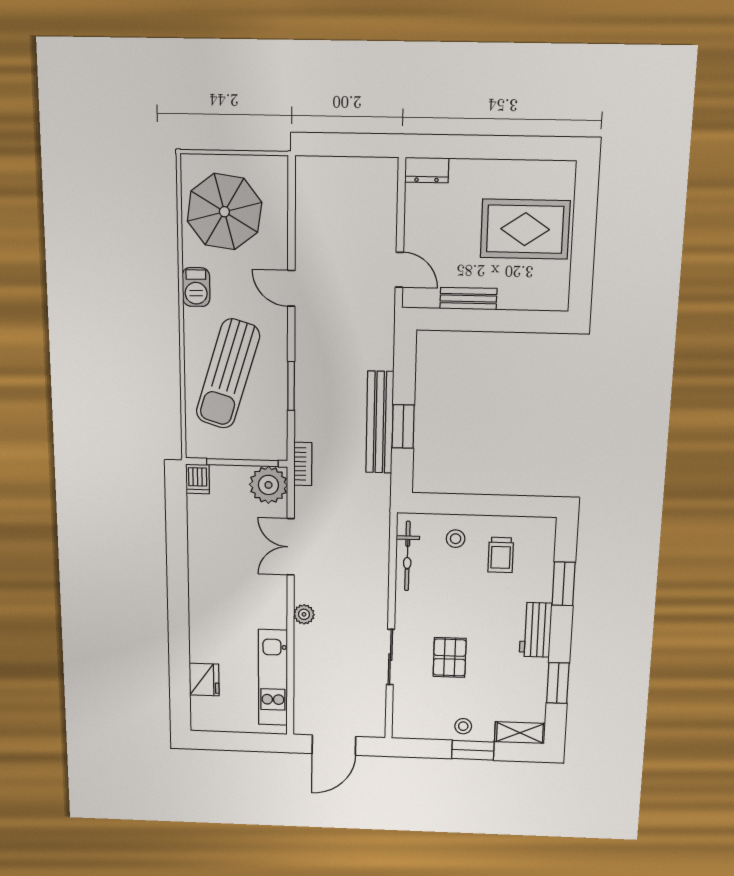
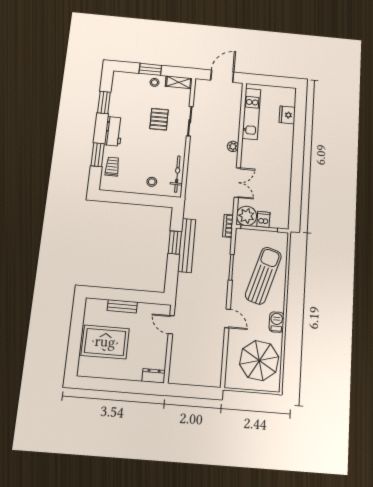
bench: (468, 299) -> (122, 306), moved
dishwasher: (198, 479) -> (263, 219), moved
trolley: (501, 555) -> (112, 167), moved
shelving: (520, 733) -> (179, 82), moved

